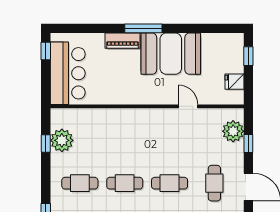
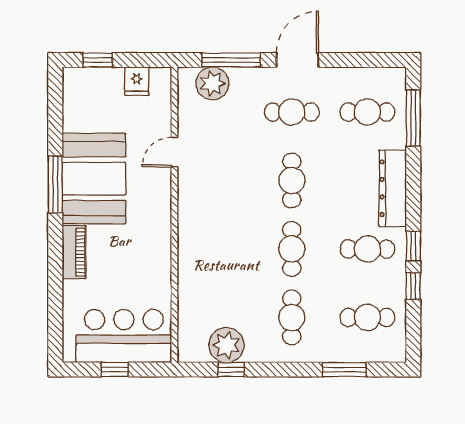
window: (143, 28) -> (55, 184), moved
window: (46, 51) -> (115, 370), moved
window: (248, 143) -> (231, 60), width x2.17

